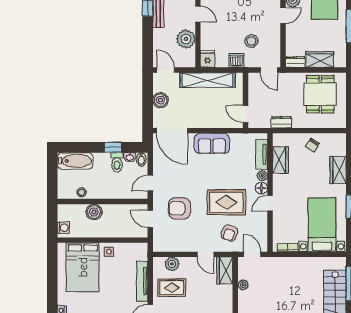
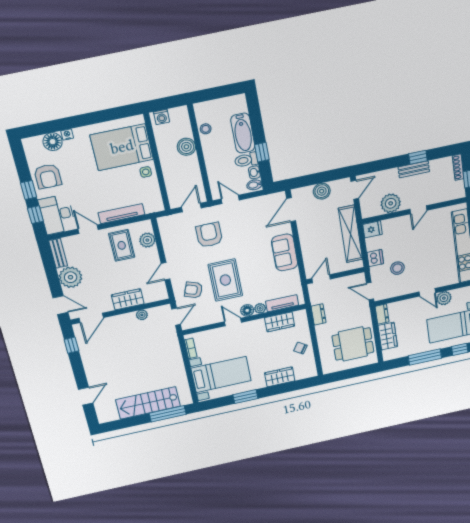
door: (269, 70) -> (370, 291), hinge flipped
door: (172, 131) -> (291, 210), width x0.73
bathtub: (75, 161) -> (243, 133), moved
wardrobe: (225, 271) -> (128, 299), moved

